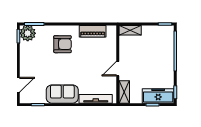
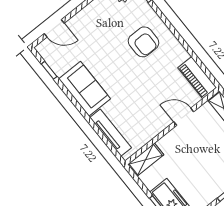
piano: (93, 31) -> (197, 78), moved
door: (118, 69) -> (184, 117), moved

